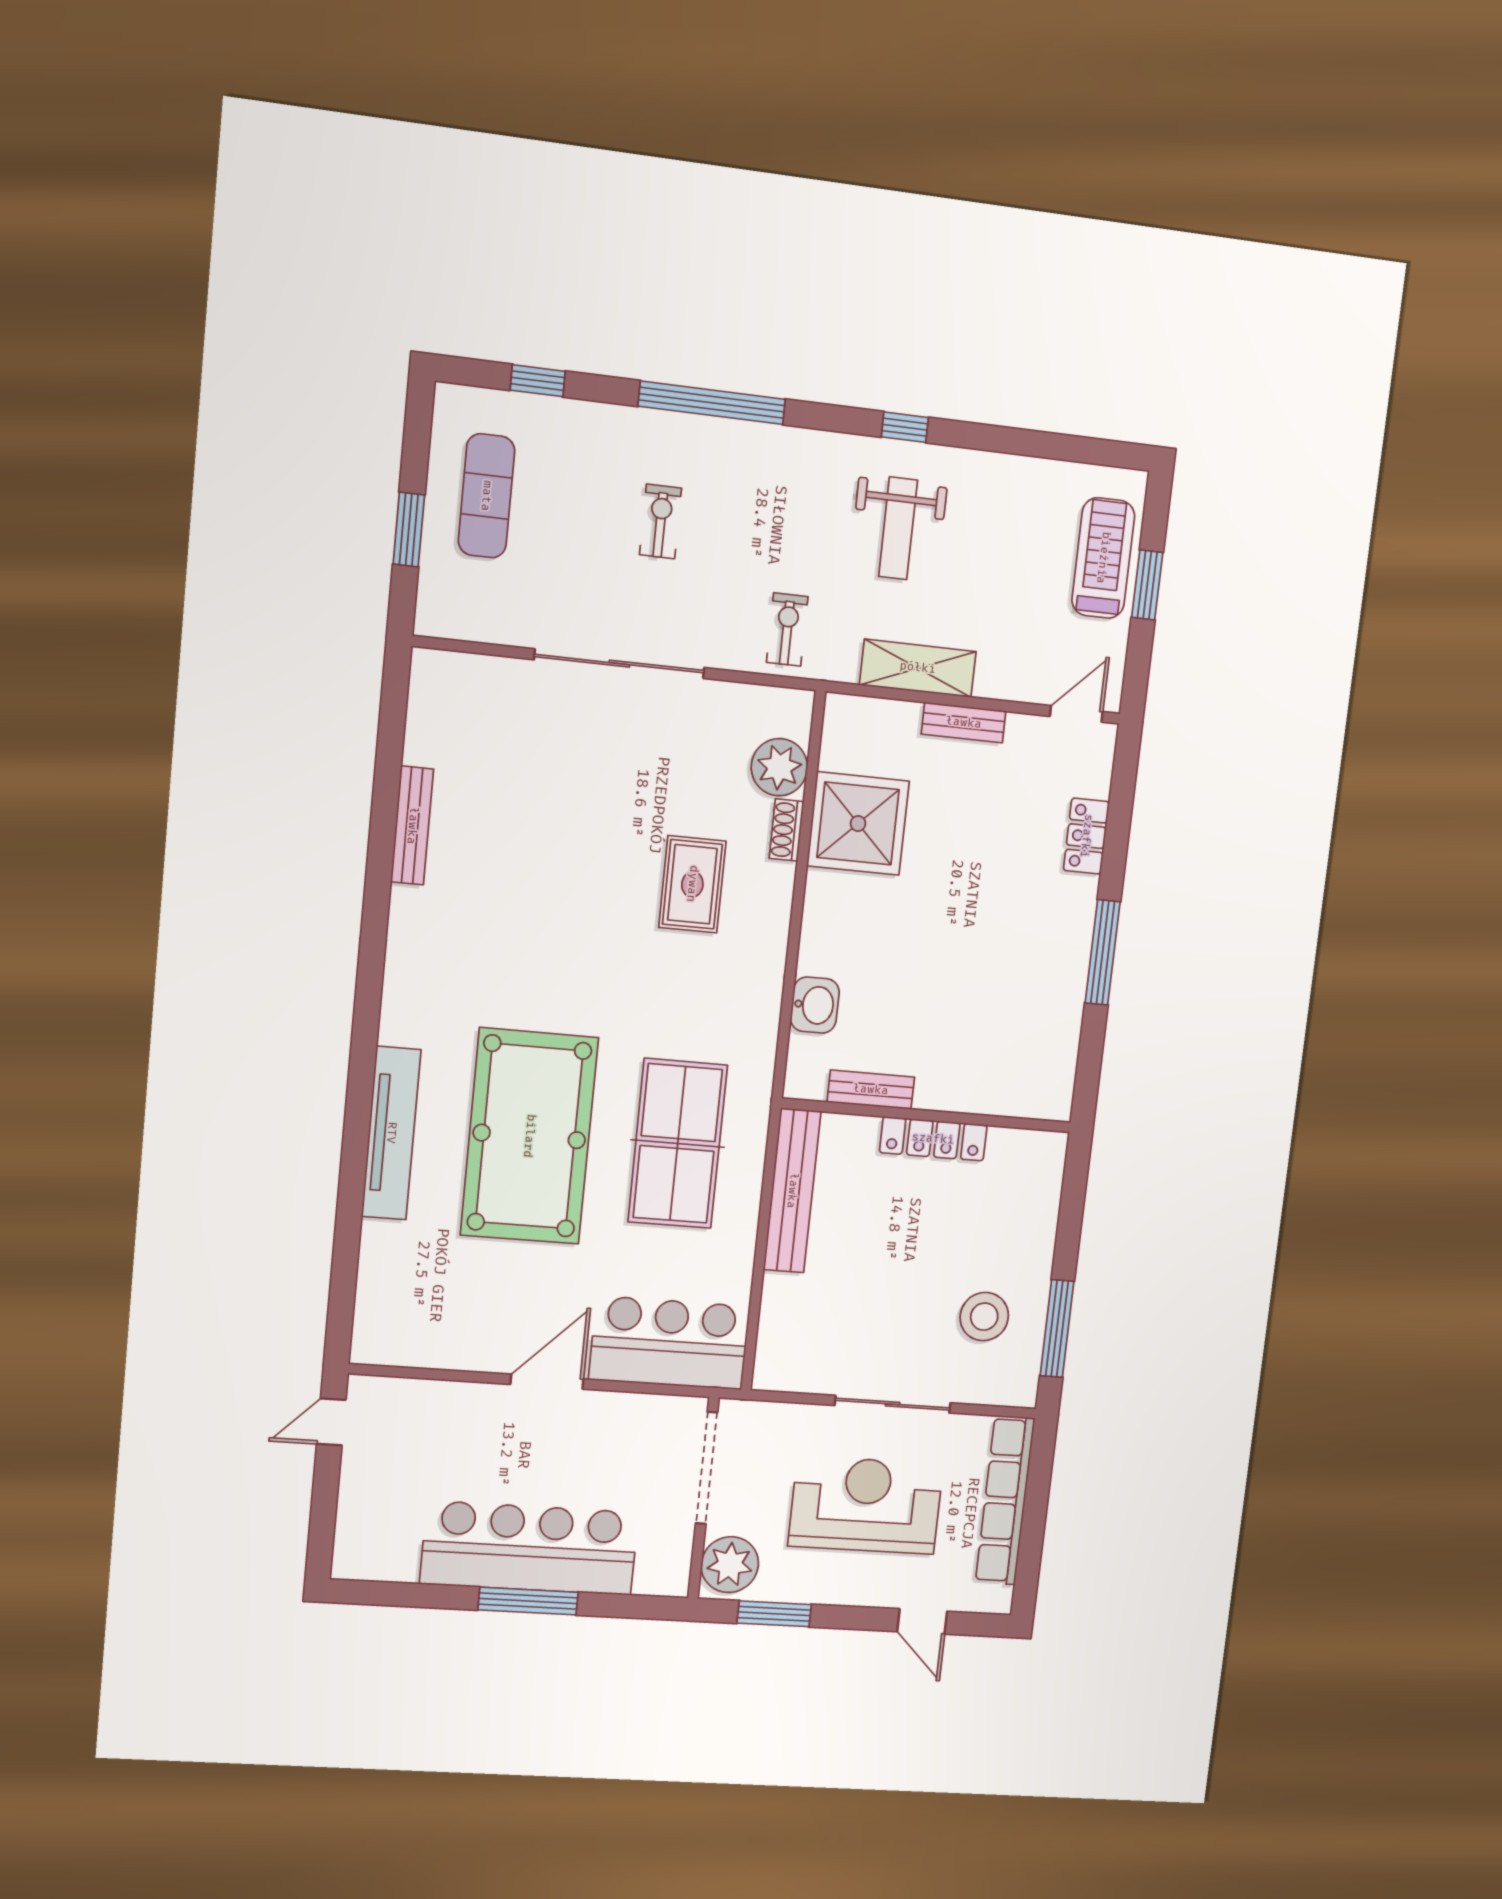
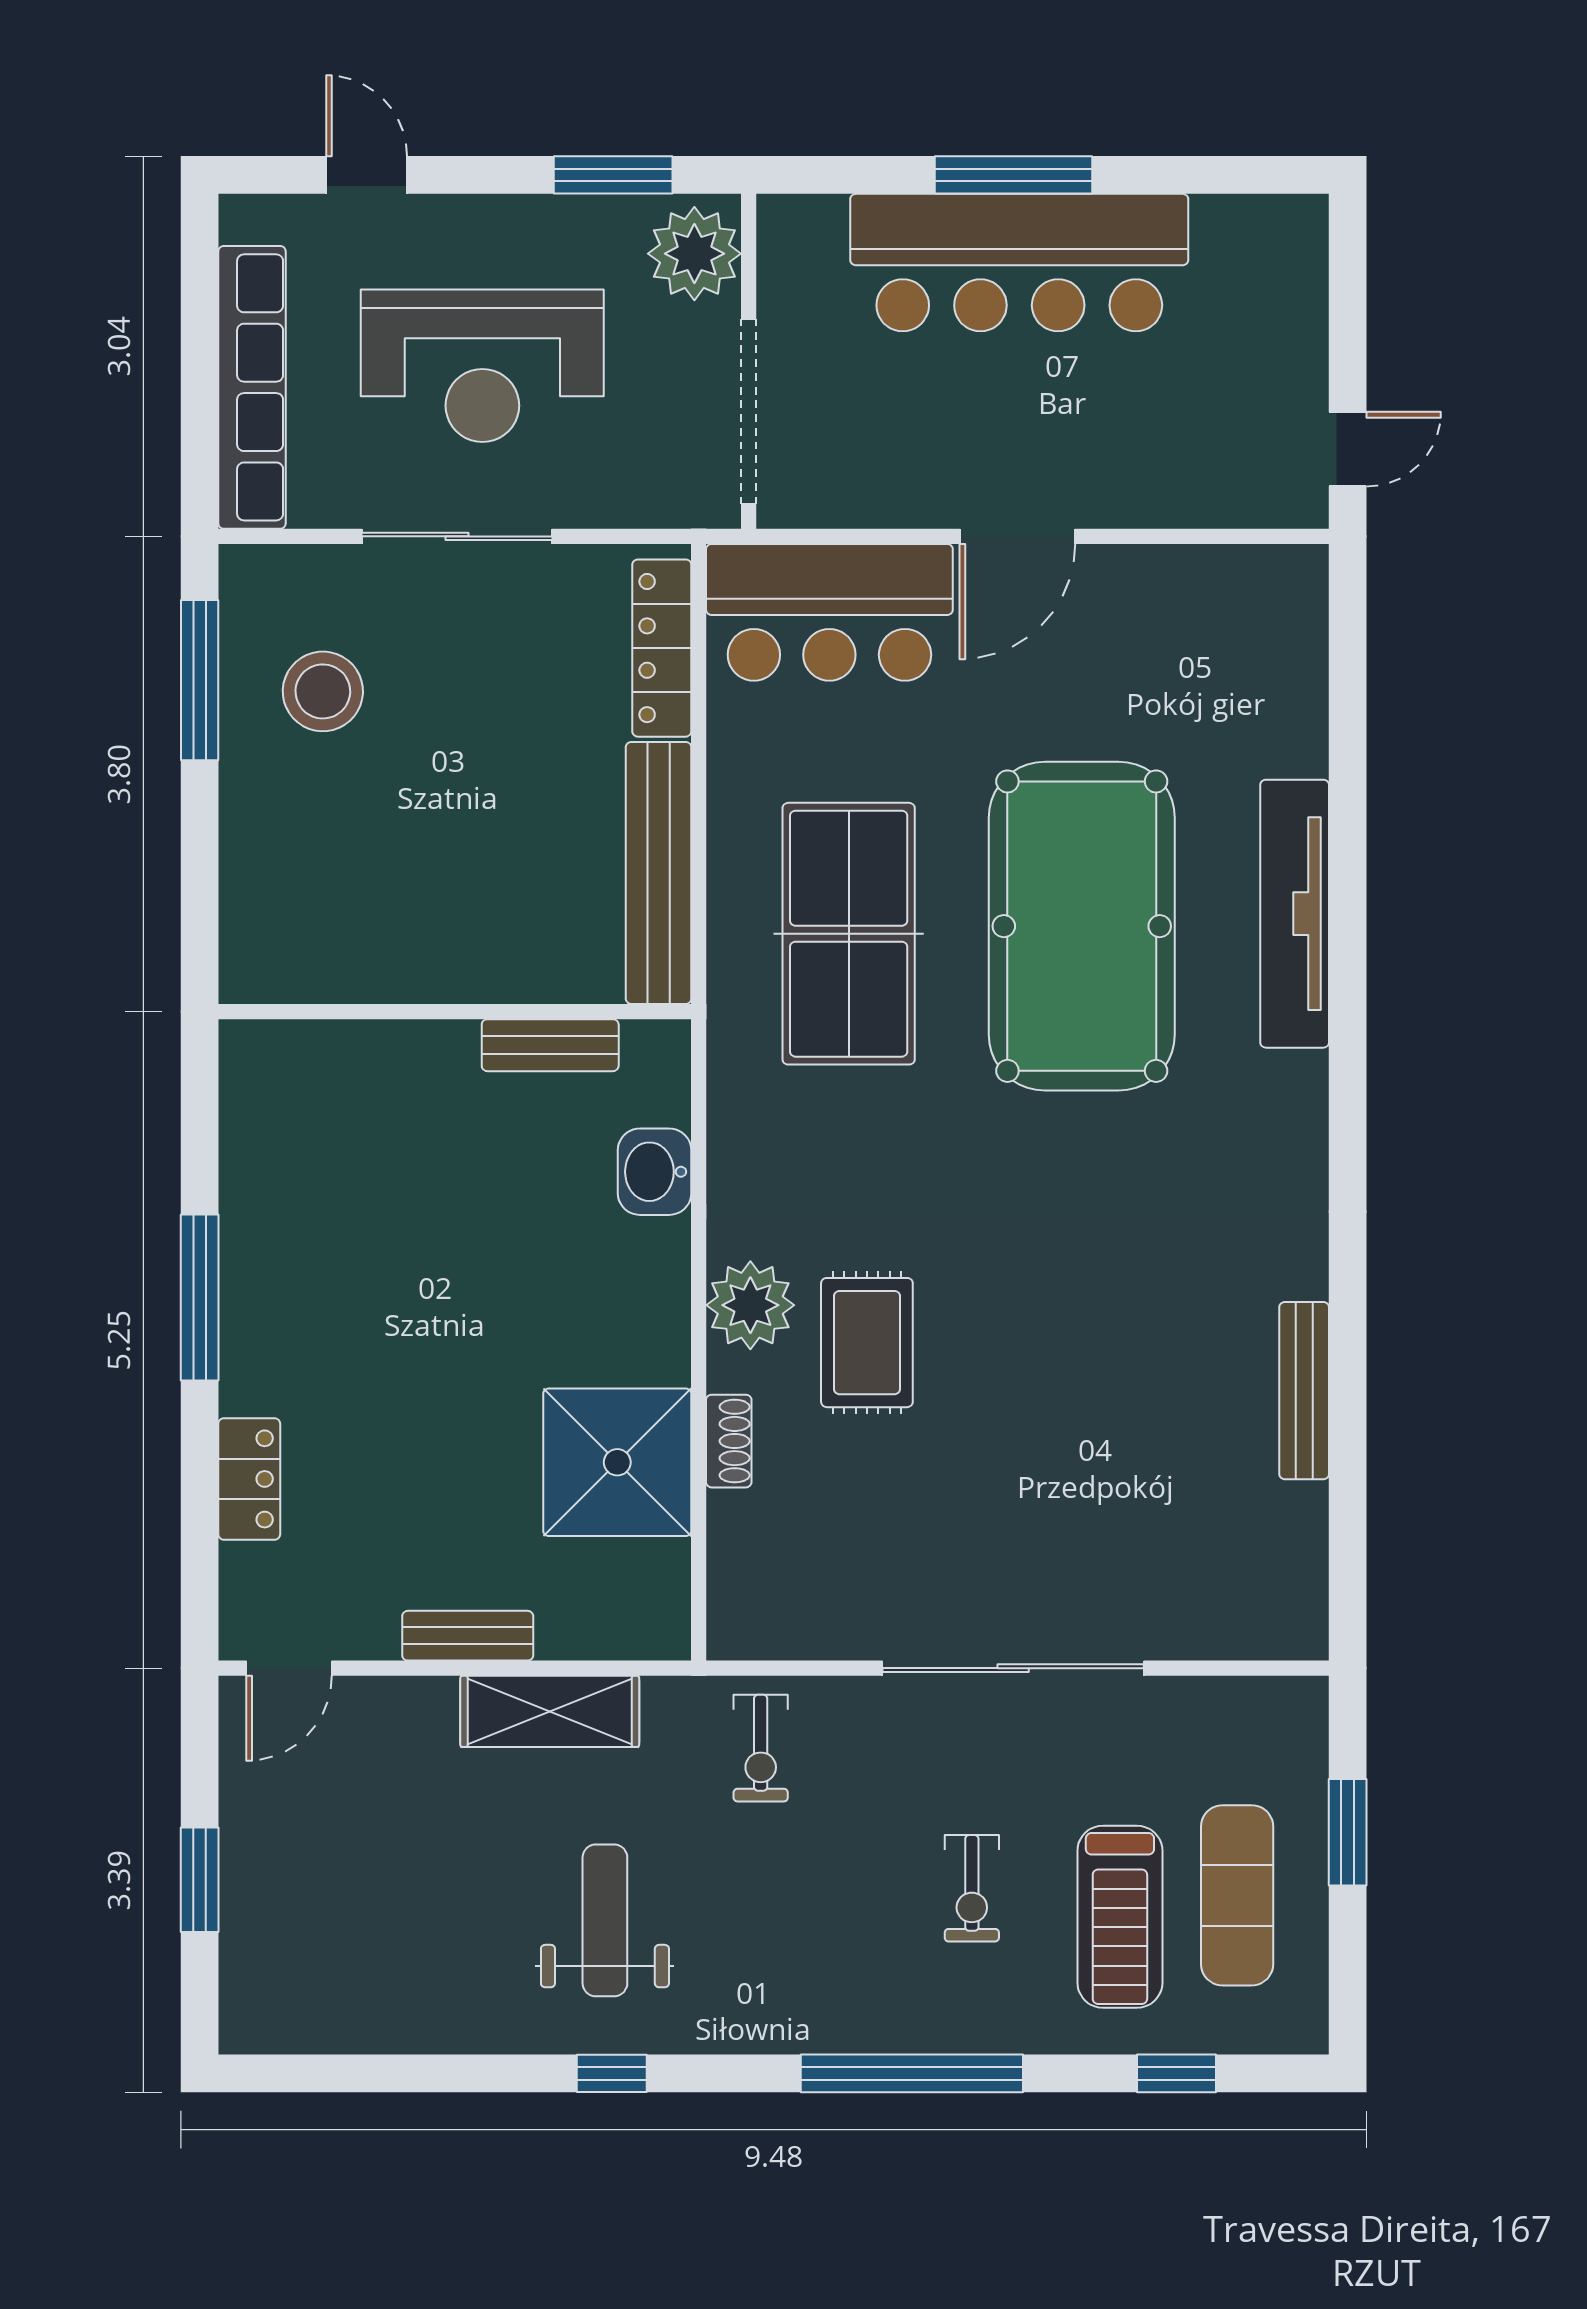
treadmill: (1103, 558) -> (1120, 1917), moved
plant: (779, 767) -> (750, 1305), moved
locker: (933, 1139) -> (662, 648), moved, turned -90

